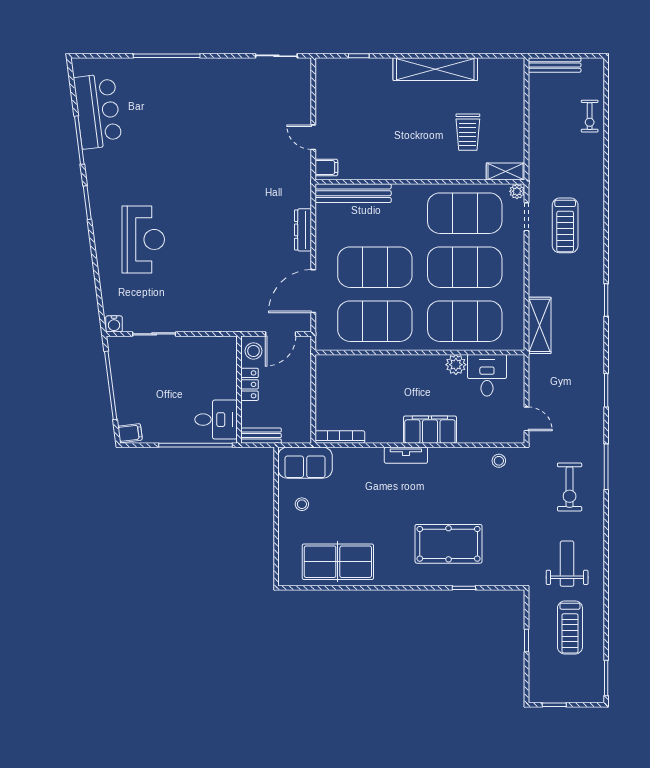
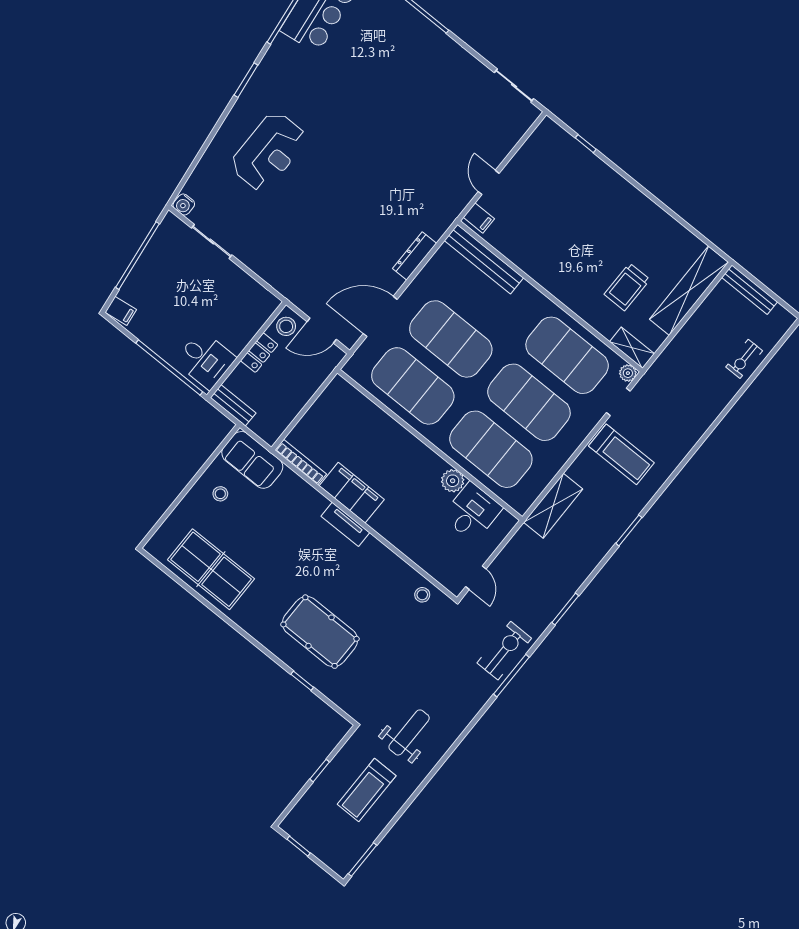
shelving: (435, 69) -> (689, 291), moved, turned 90
treadmill: (565, 225) -> (621, 454), moved, turned -90
filing cabinet: (430, 430) -> (352, 493), moved
exercise bike: (570, 487) -> (504, 651), moved, turned 180

